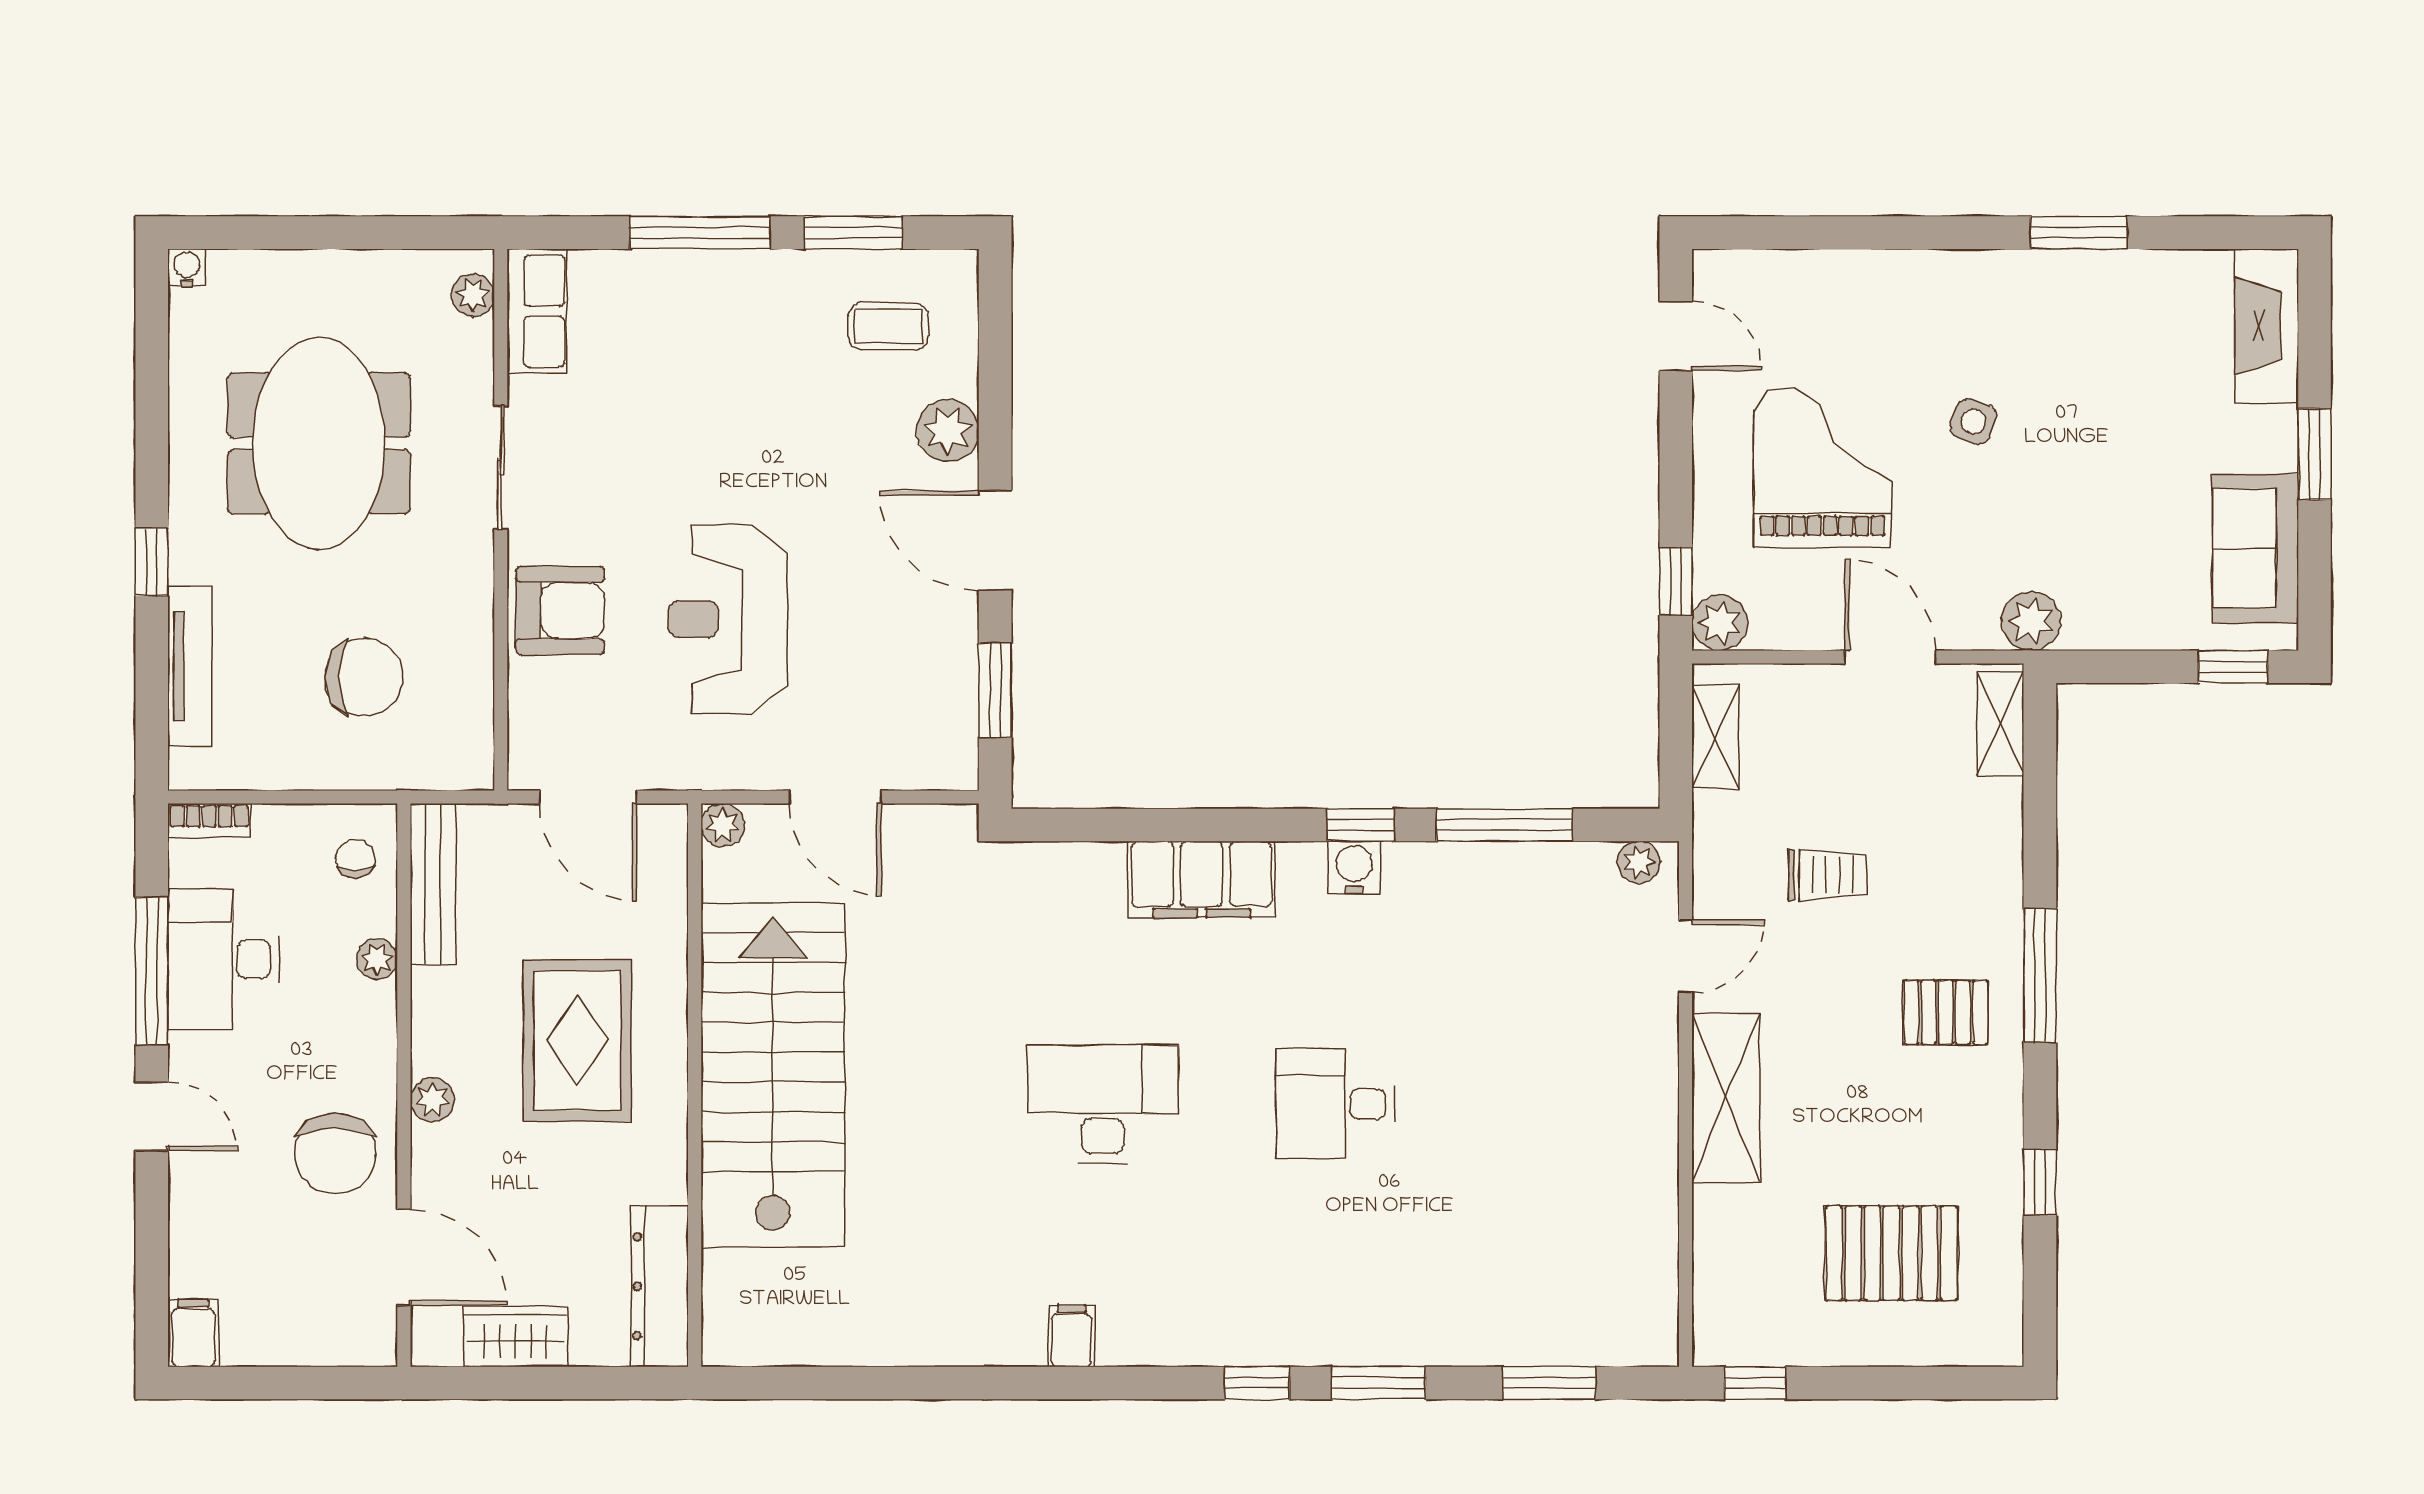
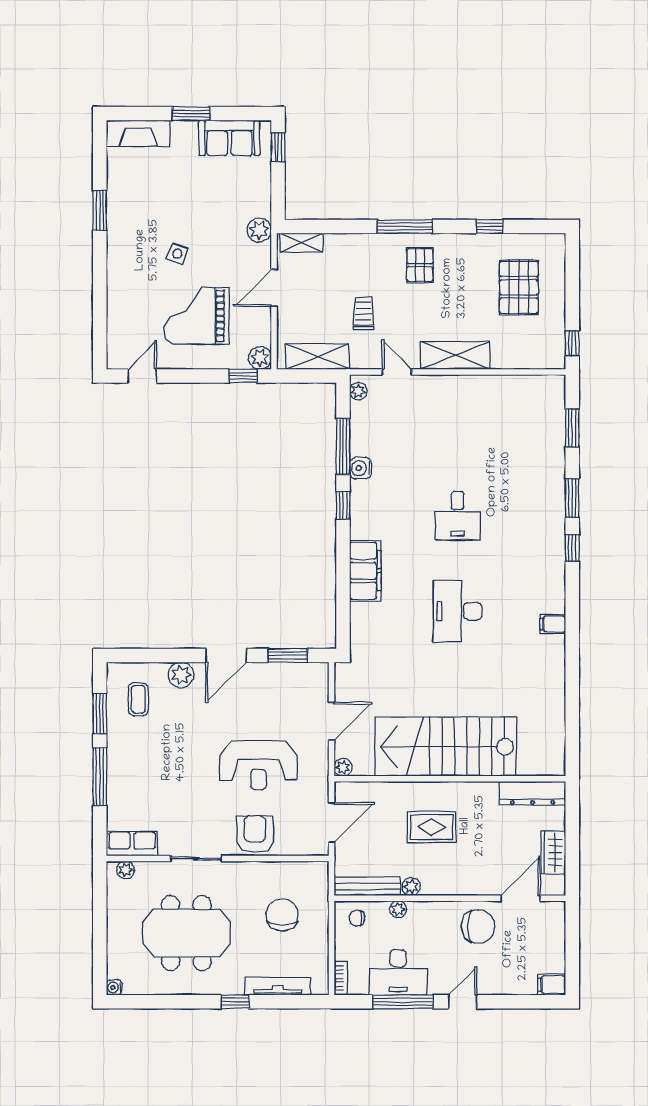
shelving: (1715, 737) -> (317, 356), width x1.50, depth x1.33
water cooler: (1354, 868) -> (361, 468), moved
rug: (577, 1040) -> (431, 827), width x0.73, depth x0.70
plant: (432, 1100) -> (411, 887), moved

